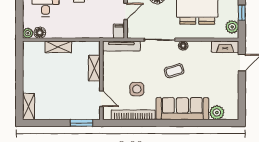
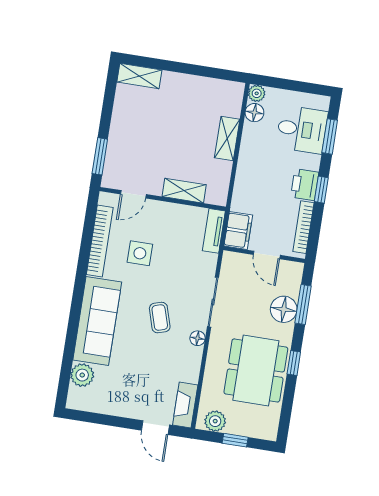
filing cabinet: (119, 31) -> (238, 231), width x2.00
tv unit: (121, 46) -> (214, 231), width x0.71

